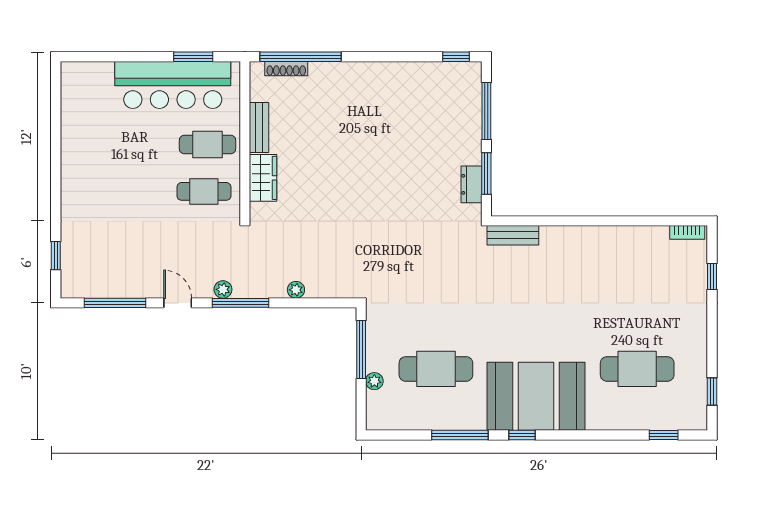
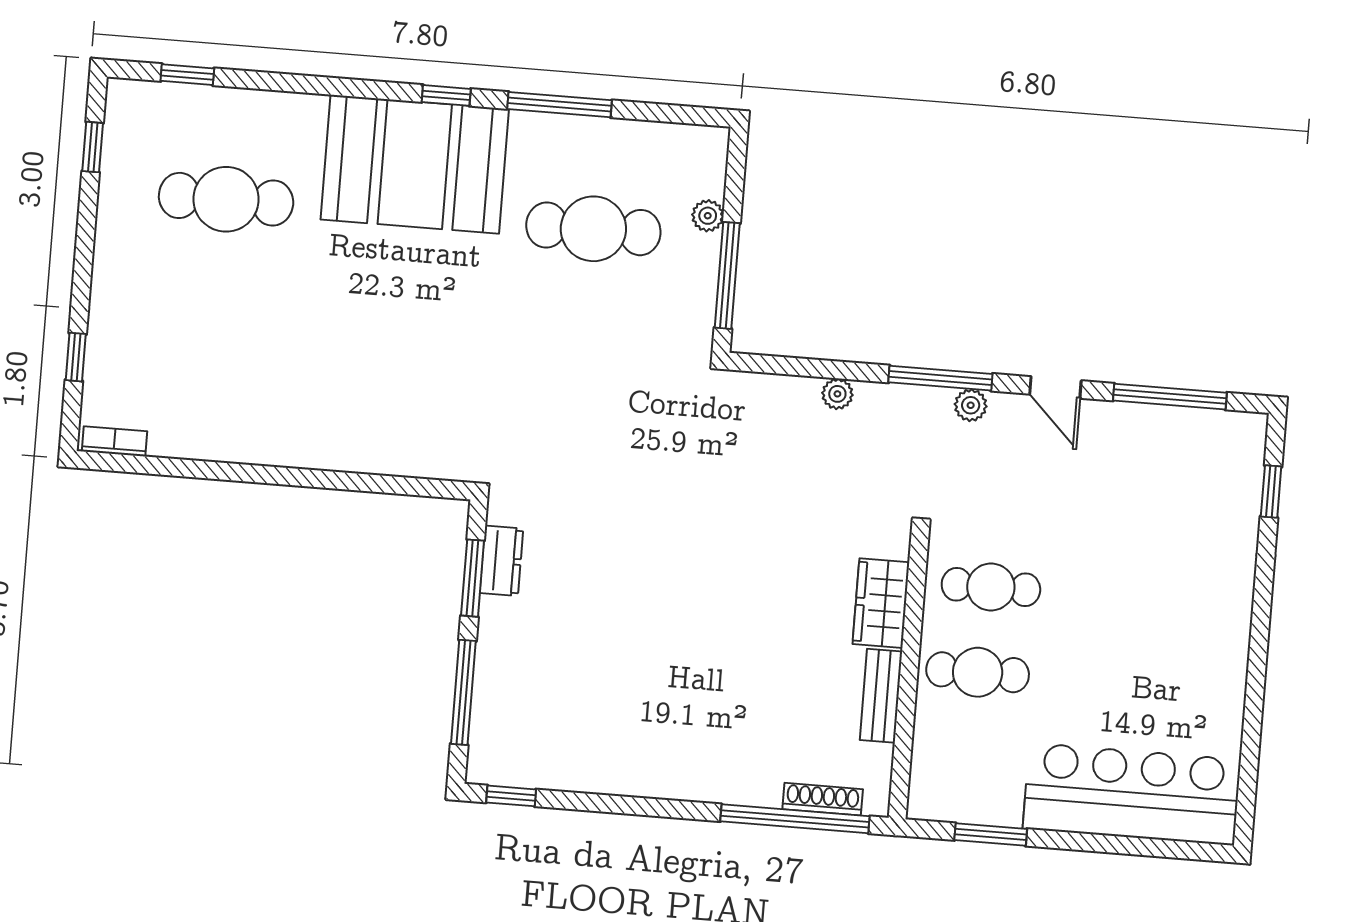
bar counter: (173, 85) -> (1132, 794), moved
bench: (513, 235) -> (433, 462), removed

